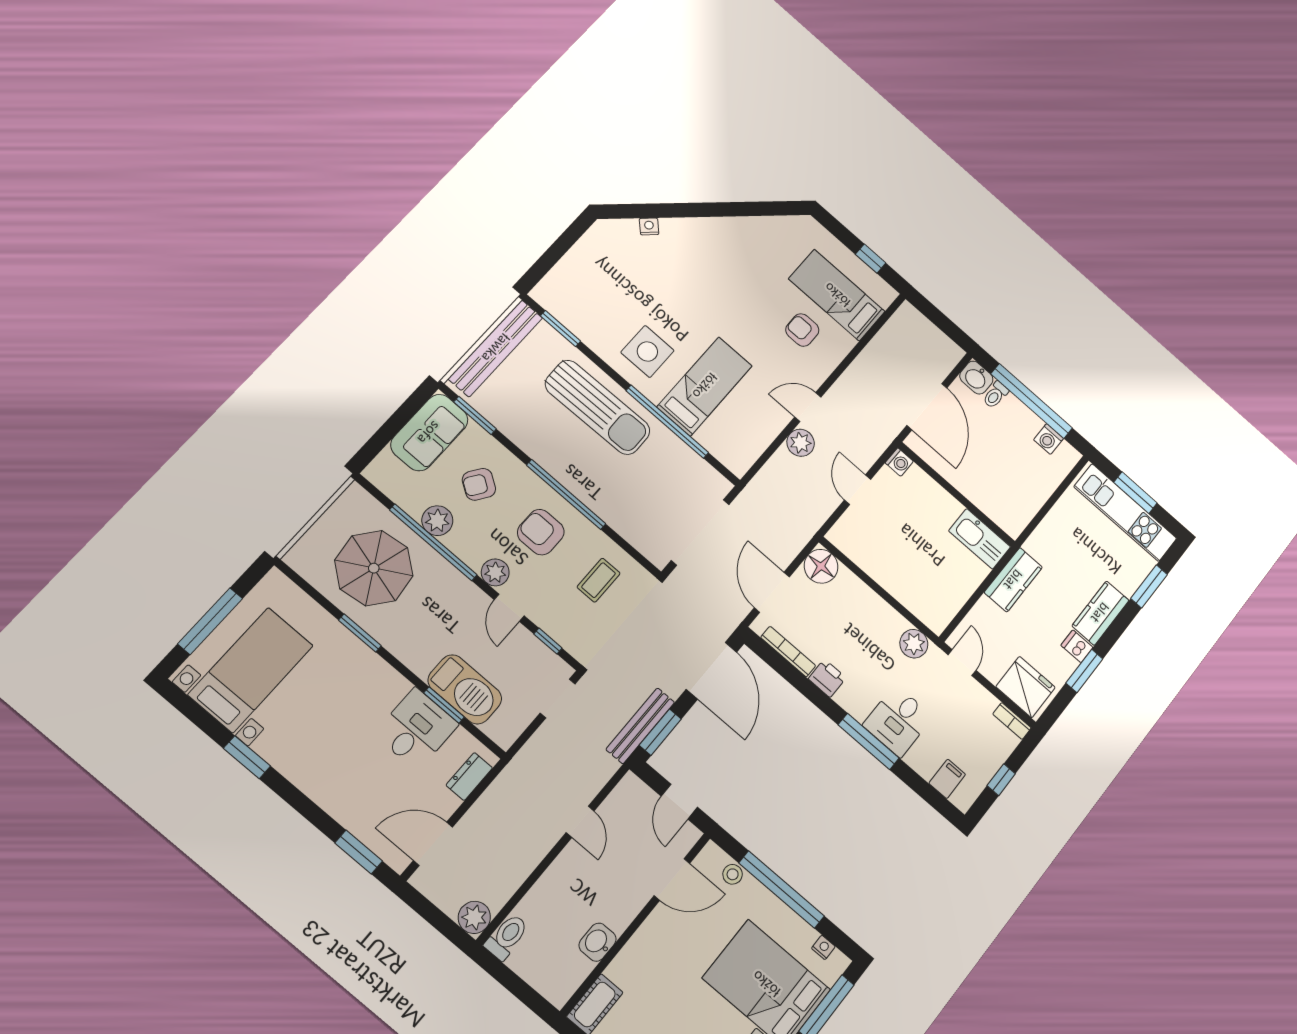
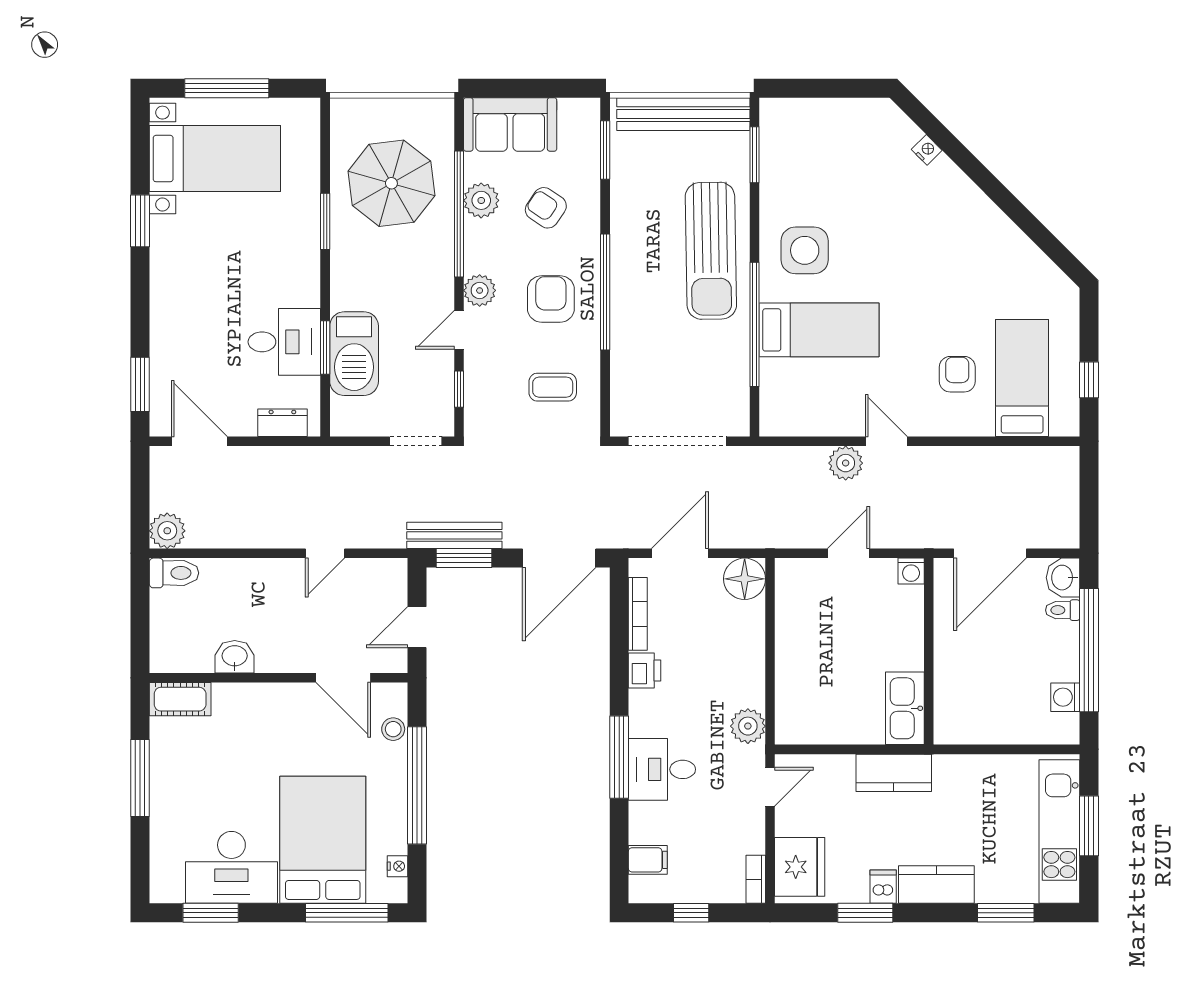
sofa: (429, 433) -> (510, 124), moved

